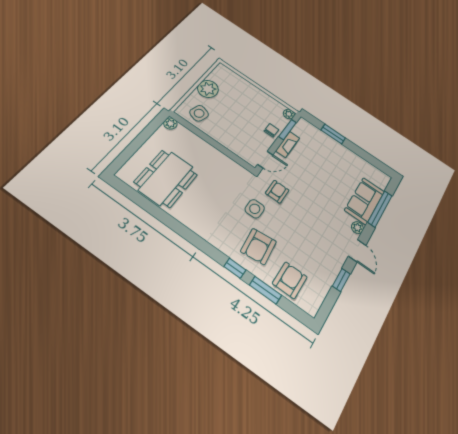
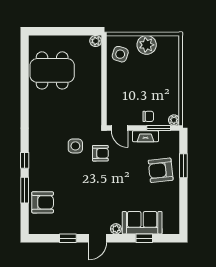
window: (380, 209) -> (144, 238), width x0.46
armchair: (259, 246) -> (161, 170), moved

